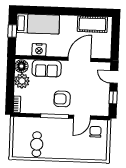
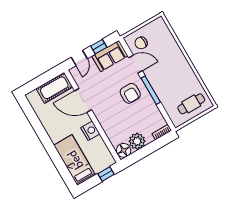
cot: (92, 24) -> (54, 88), moved, turned 90
window: (12, 31) -> (106, 174), moved
nightstand: (39, 50) -> (90, 131), moved
sofa: (47, 69) -> (110, 56), moved, turned 90
cafe table: (37, 144) -> (191, 104), moved

